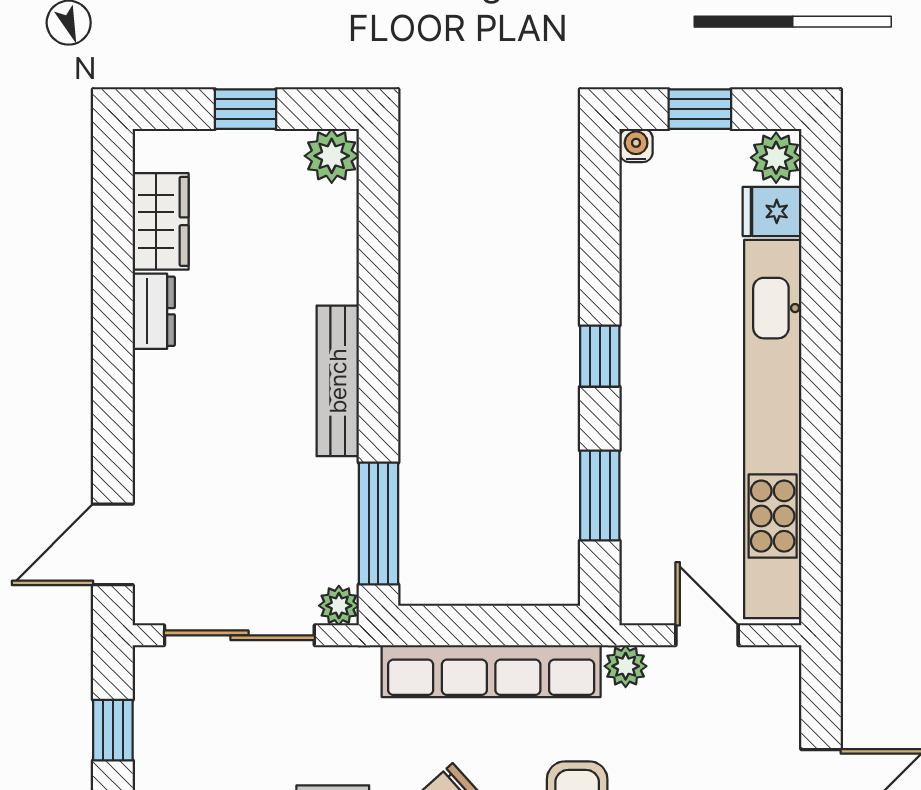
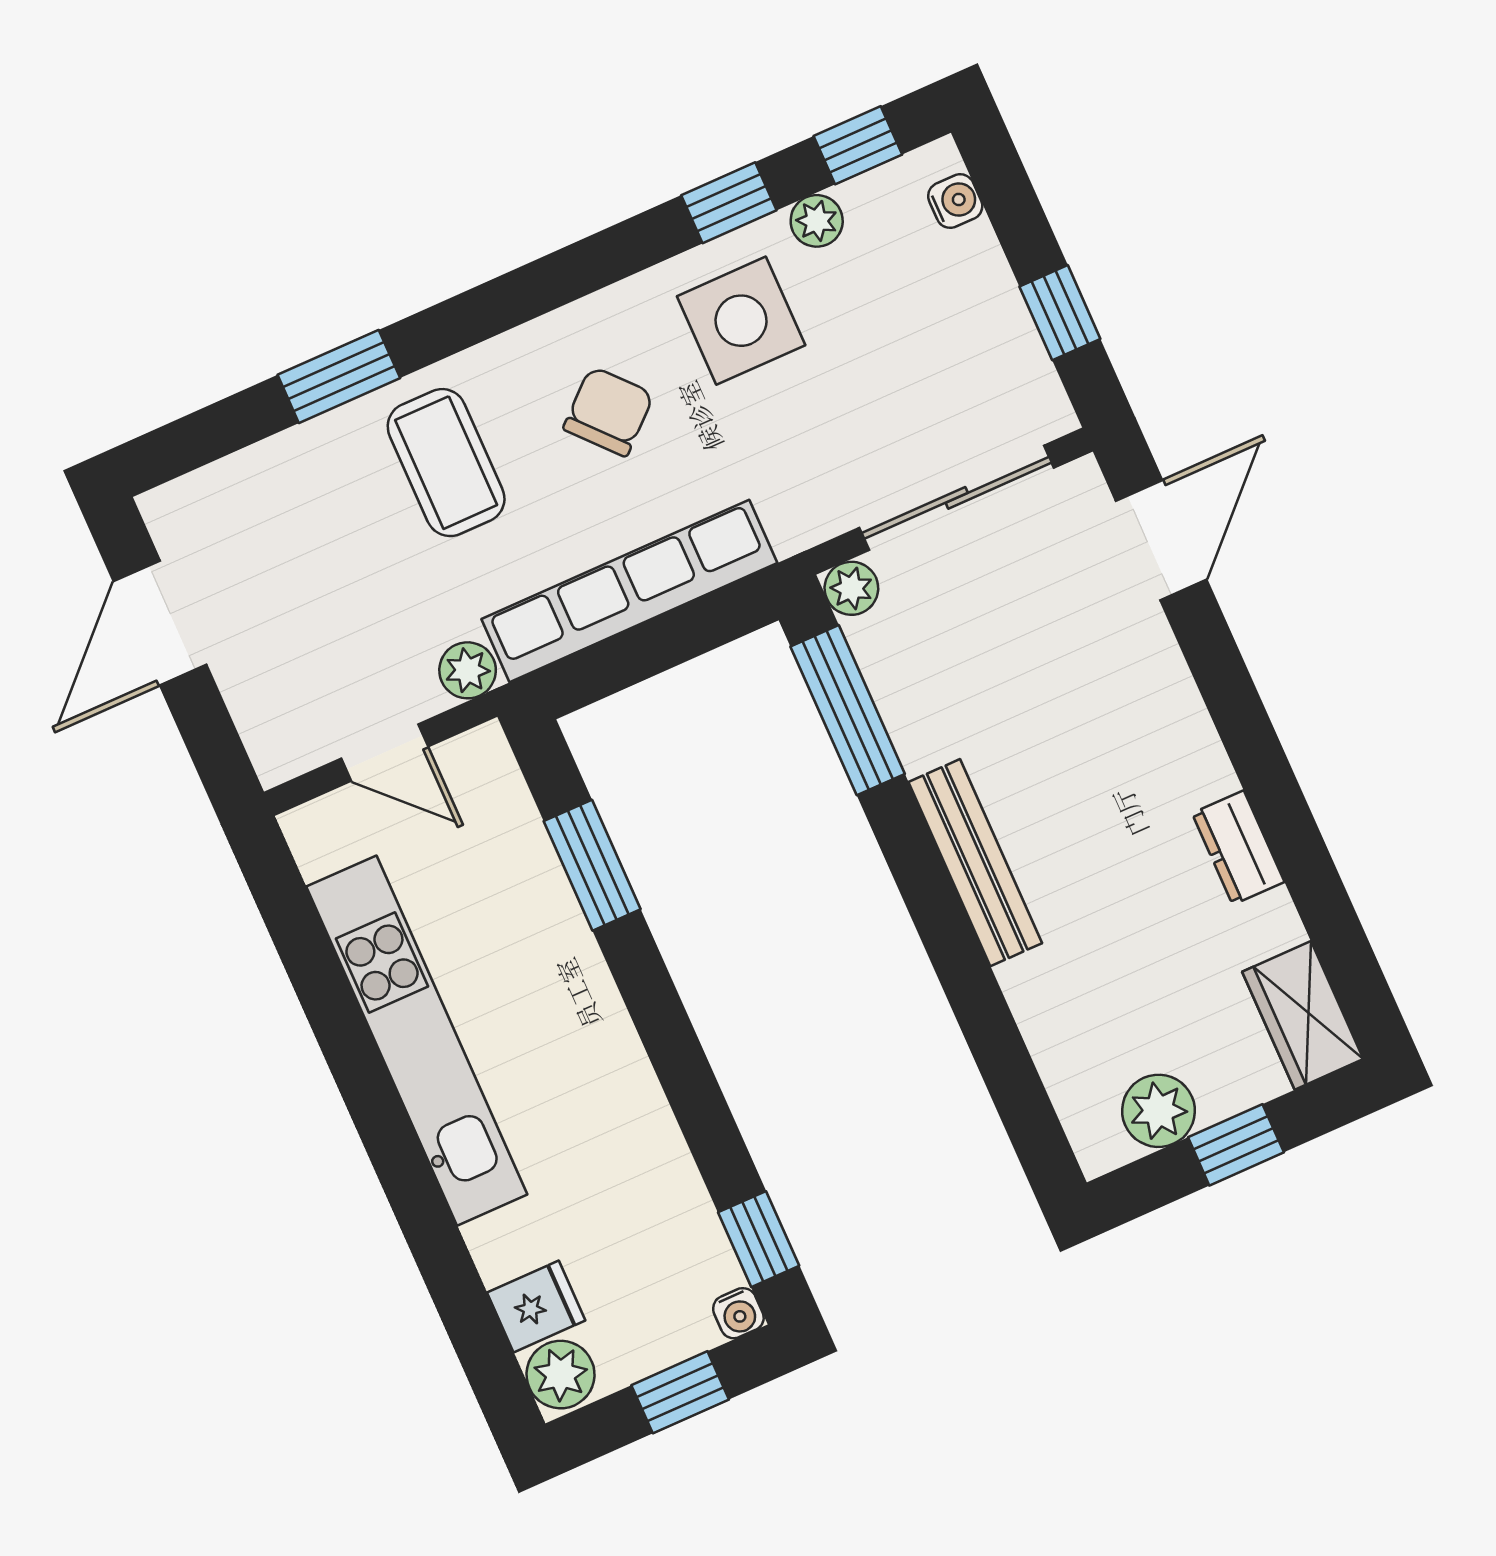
plant: (332, 156) -> (1158, 1111), moved
wardrobe: (161, 221) -> (1303, 1015), moved
window: (600, 356) -> (759, 1239), moved
kitchen unit: (773, 429) -> (417, 1041), width x0.73

